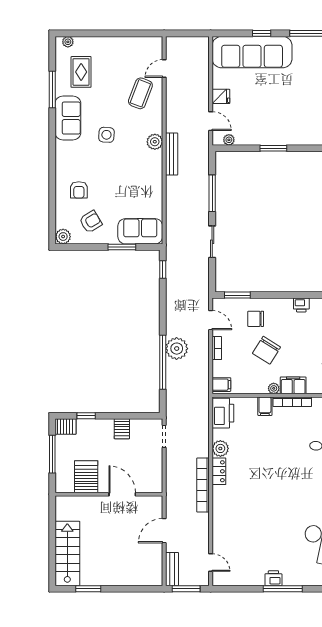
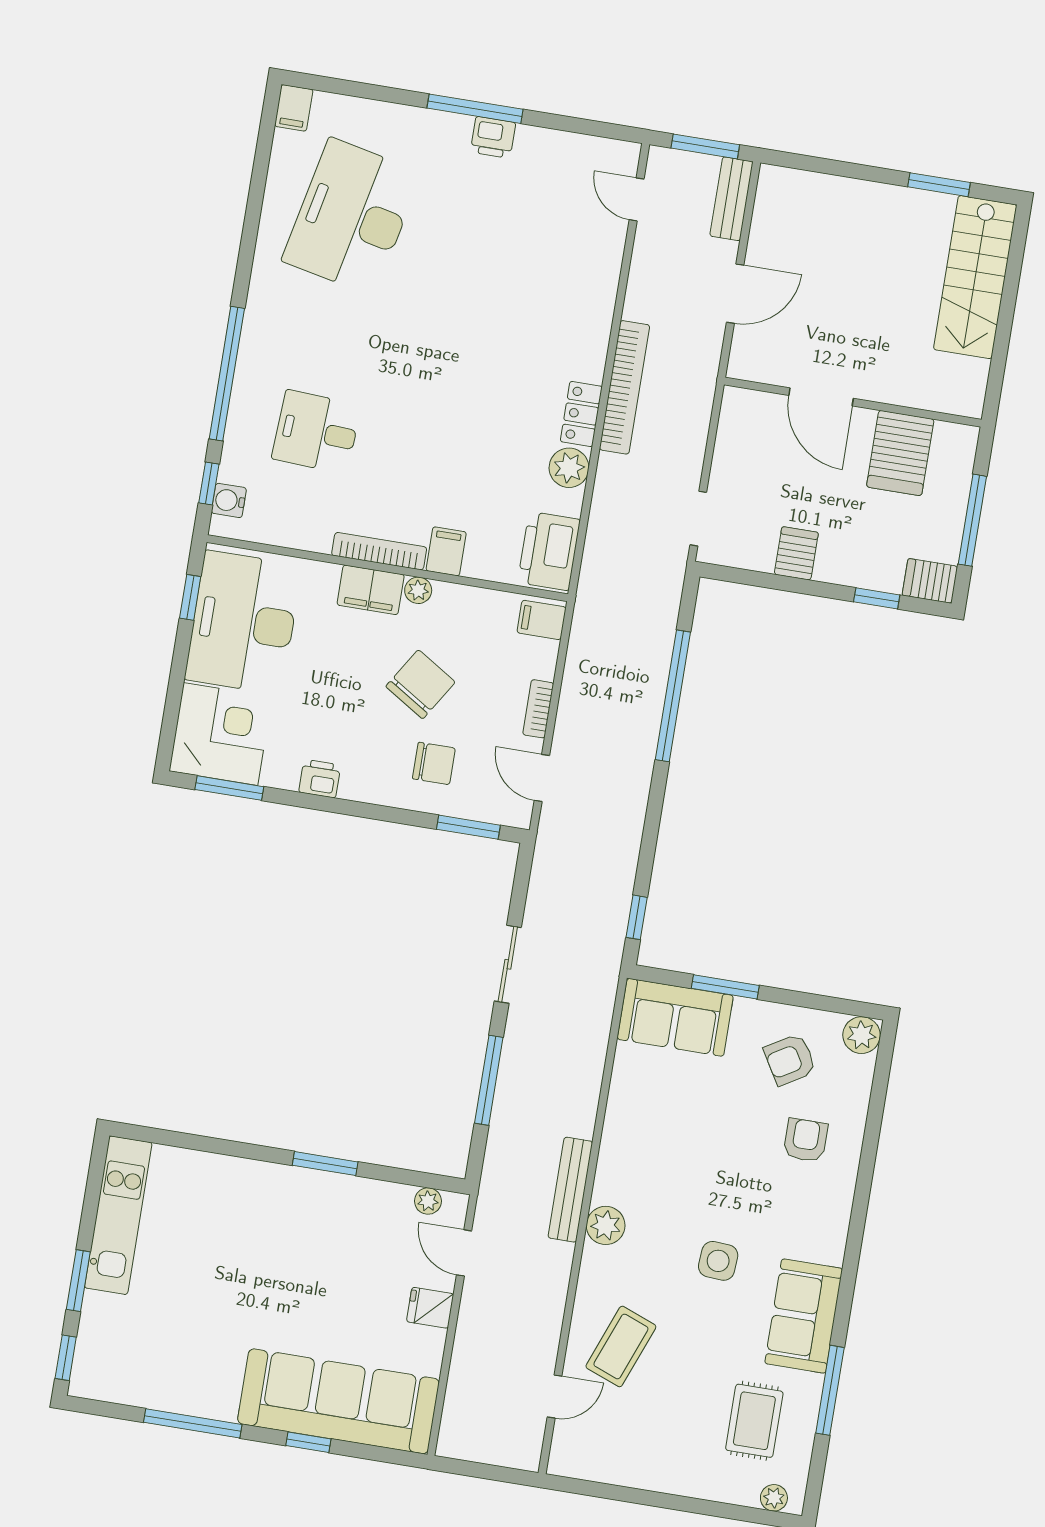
plant: (177, 349) -> (634, 723), removed

